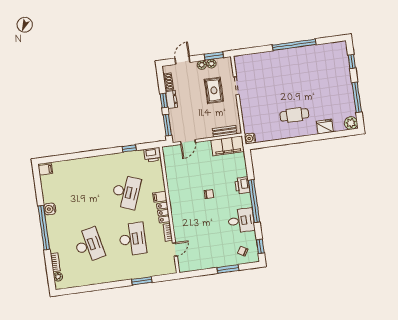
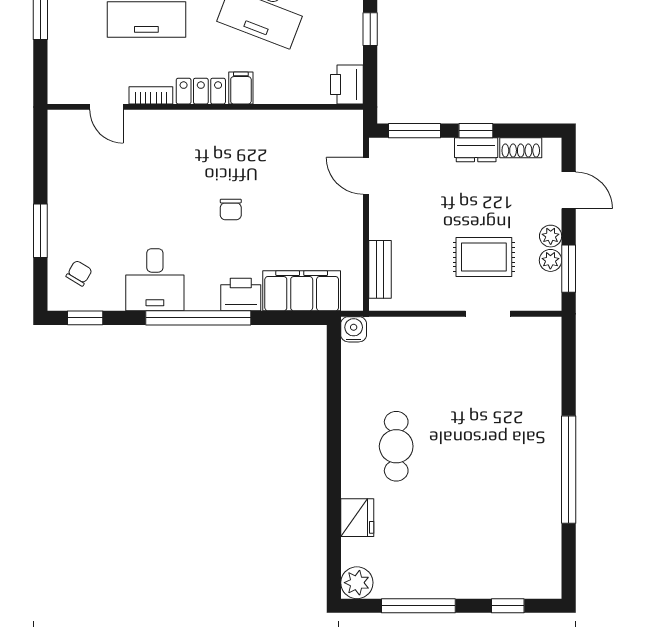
filing cabinet: (227, 146) -> (302, 291), moved, turned 90

